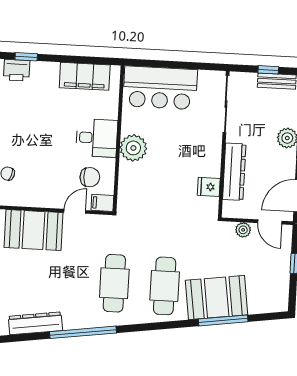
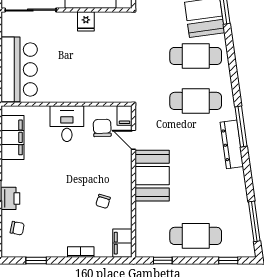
plant: (133, 148) -> (74, 90), removed
fridge: (209, 187) -> (86, 21), moved
dresser: (35, 323) -> (232, 144), moved
window: (83, 332) -> (241, 127), width x0.68

